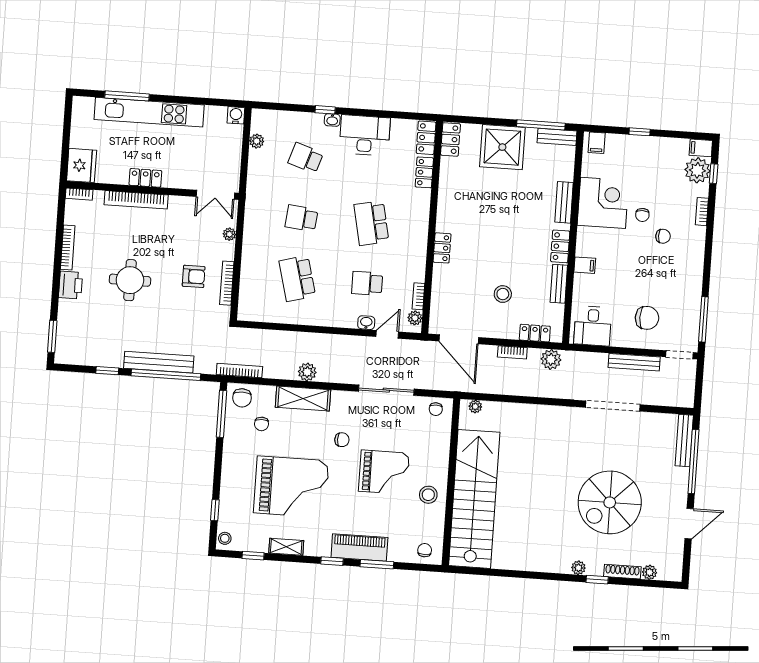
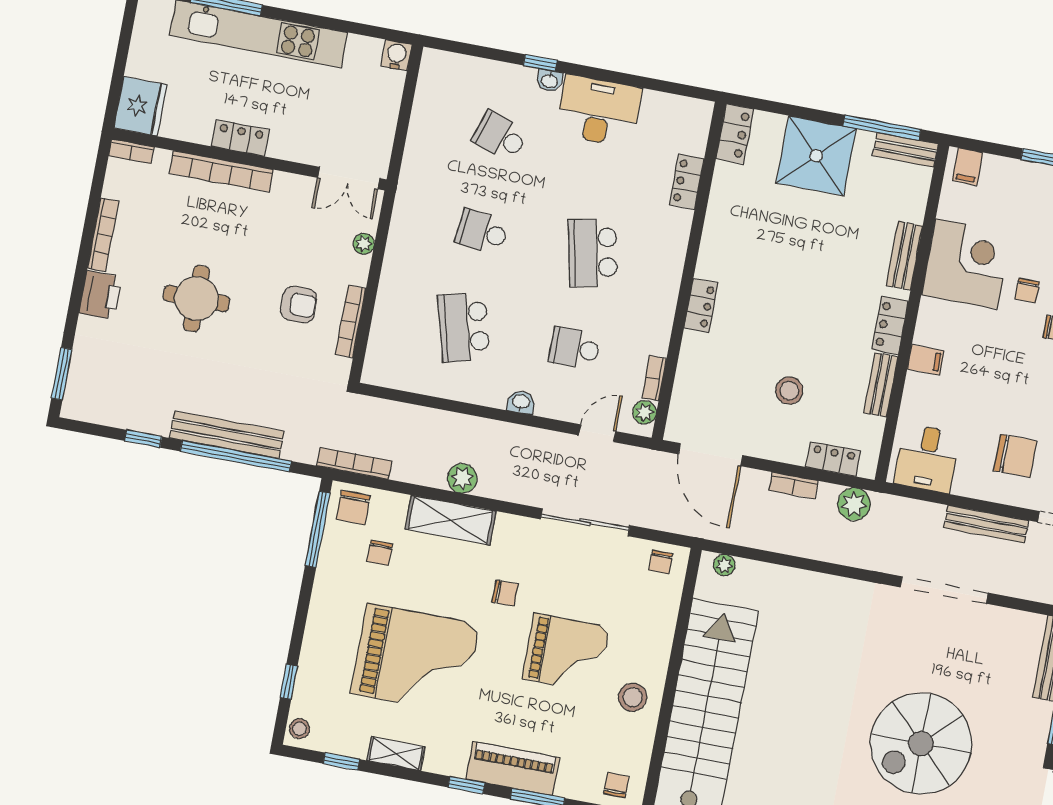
locker: (426, 138) -> (696, 126), removed
plant: (257, 141) -> (425, 100), removed
washbasin: (366, 323) -> (521, 402), moved

